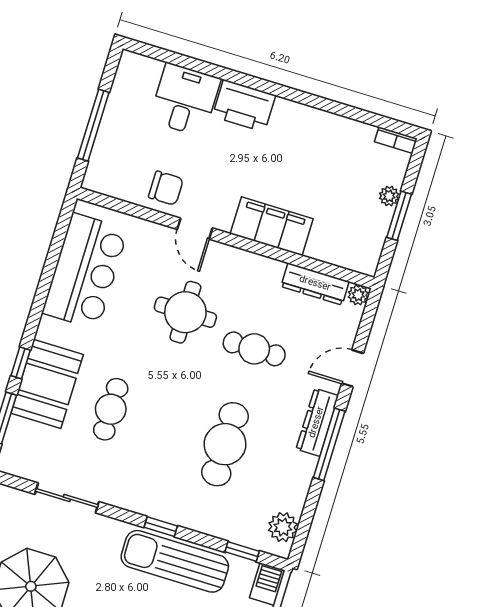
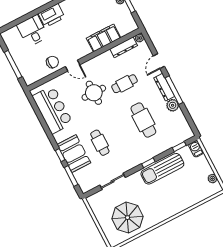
filing cabinet: (272, 226) -> (104, 38), moved
plant: (283, 527) -> (173, 105), moved

